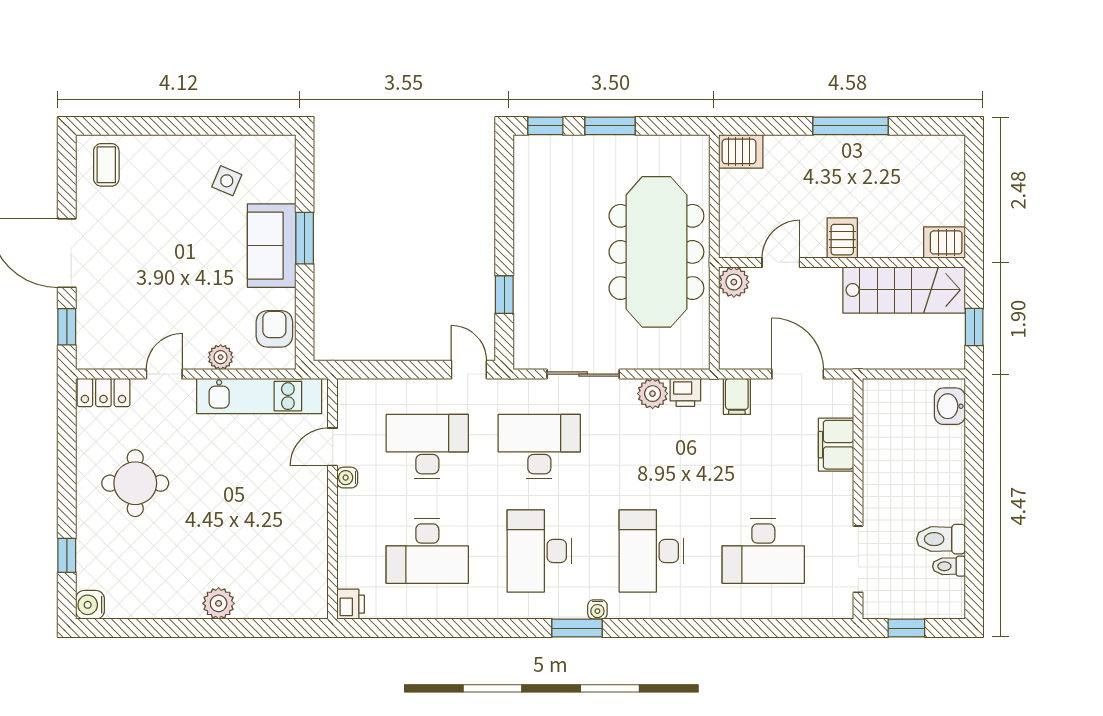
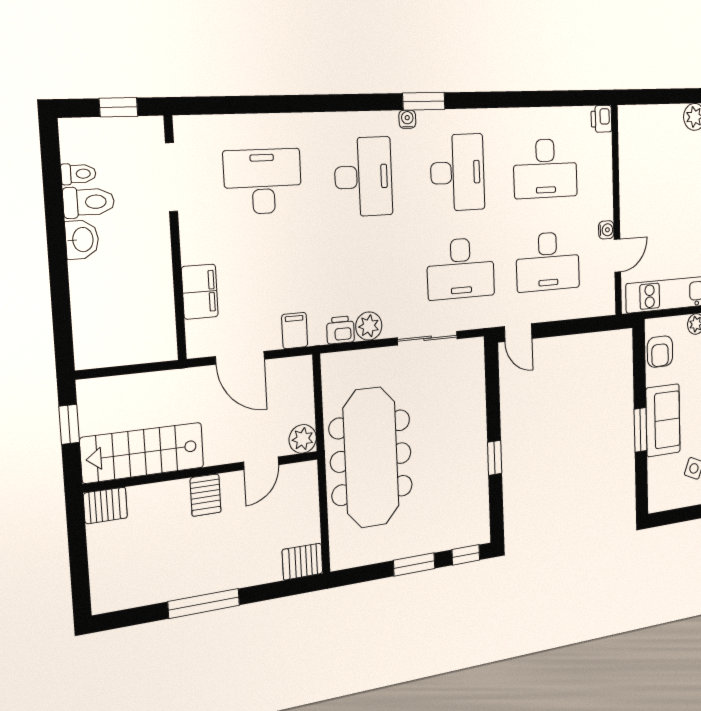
window: (504, 295) -> (495, 458), moved
washbasin: (950, 406) -> (82, 240), moved
desk: (427, 551) -> (545, 168), turned 180

